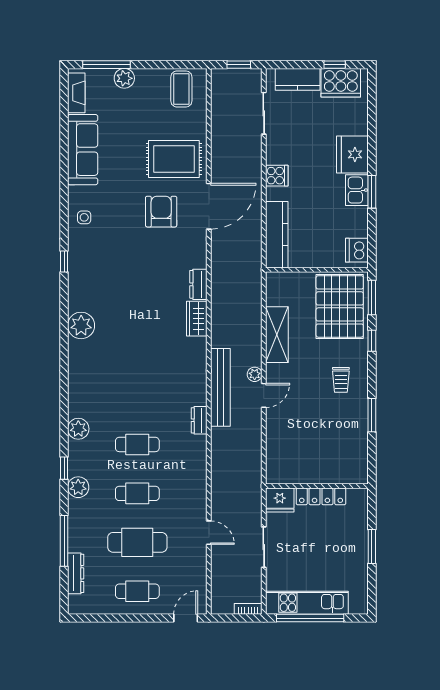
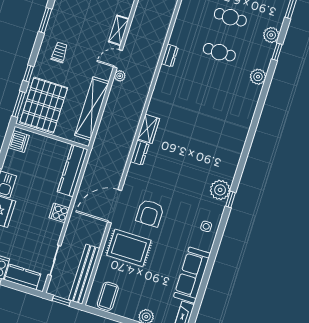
plant: (81, 325) -> (220, 190), moved
shelving: (277, 335) -> (92, 109), width x1.47
bench: (220, 387) -> (84, 274), moved
shelving: (274, 432) -> (119, 30), added

